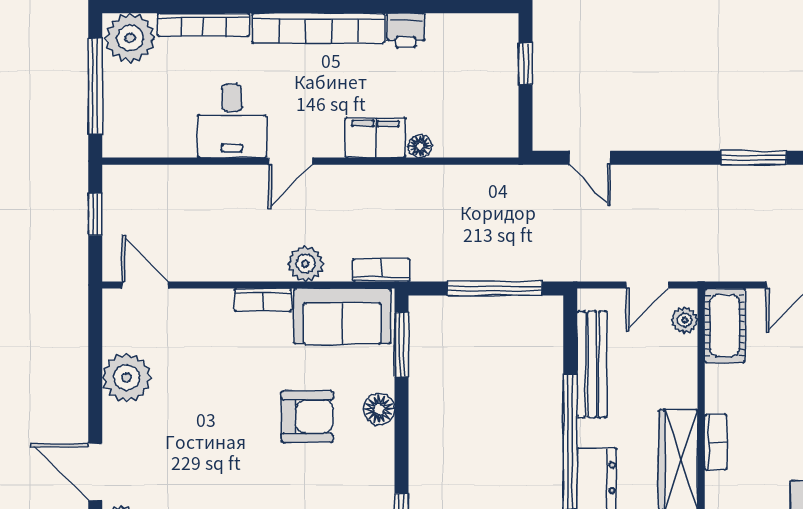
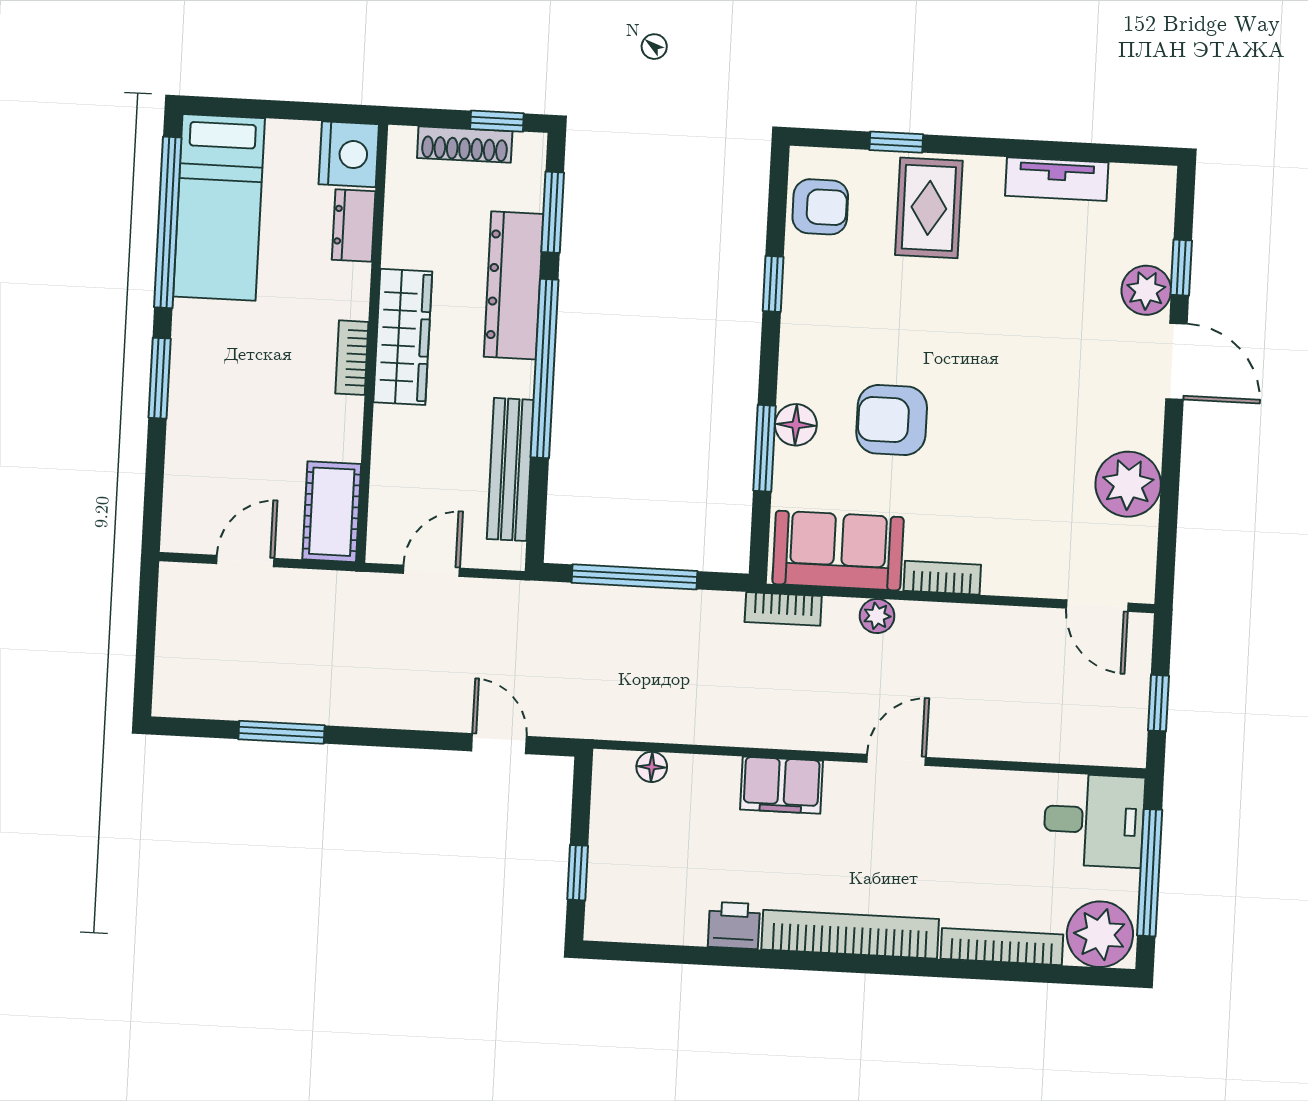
desk: (232, 121) -> (1094, 820), moved, turned 90
floor lamp: (420, 146) -> (652, 767), moved
plant: (306, 264) -> (877, 616), width x0.73, depth x0.73
plant: (684, 320) -> (385, 522), removed
window: (402, 345) -> (765, 448), moved

